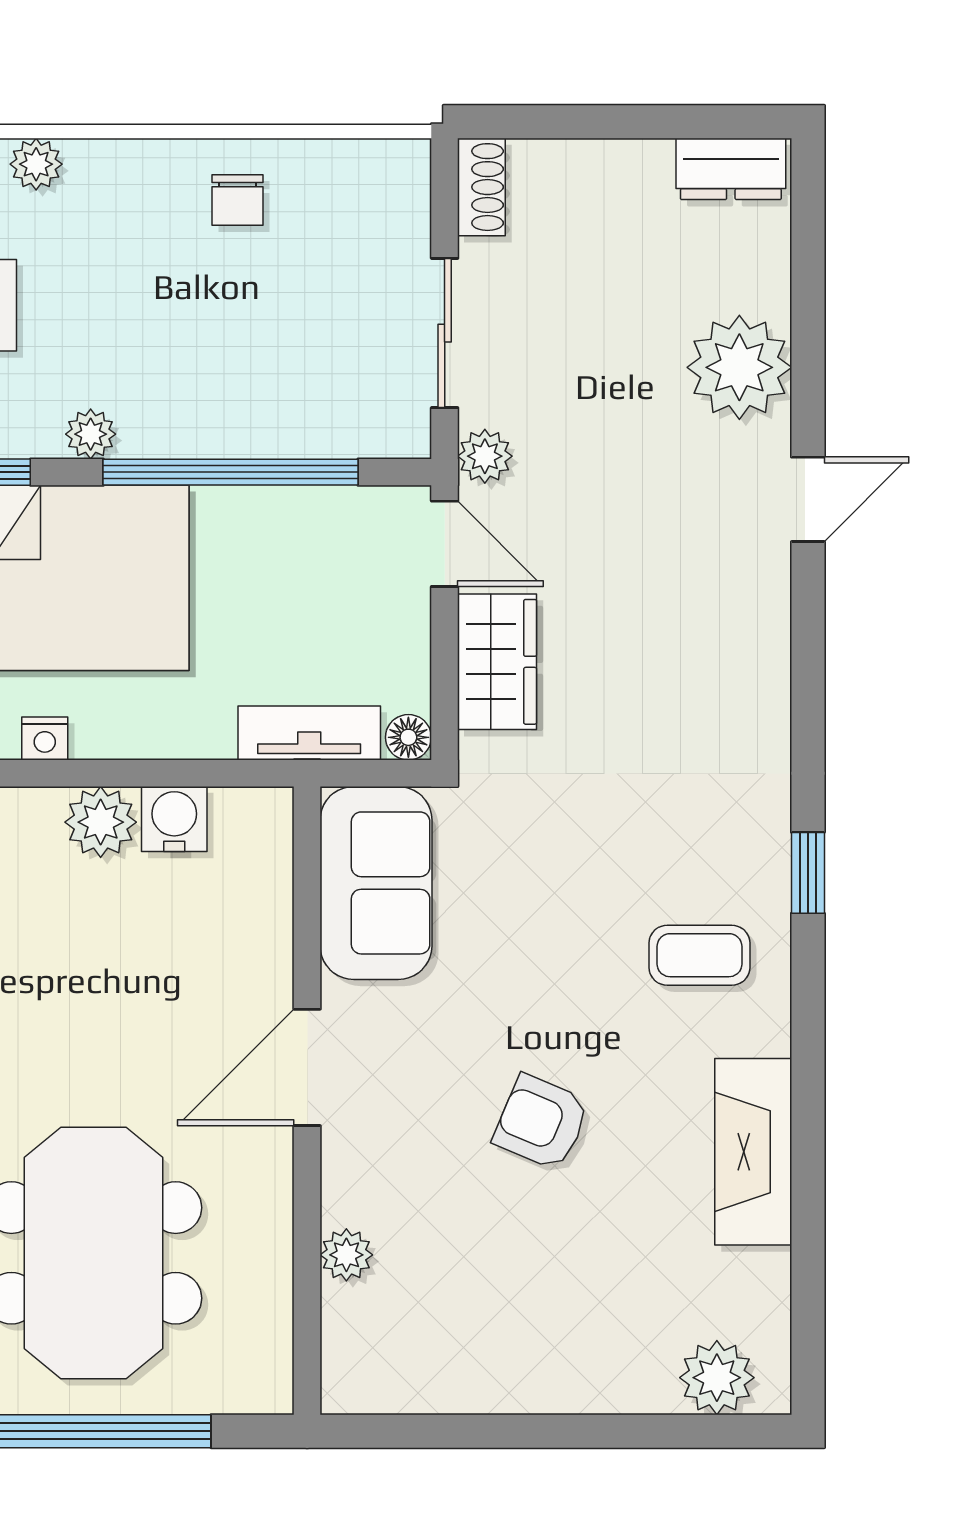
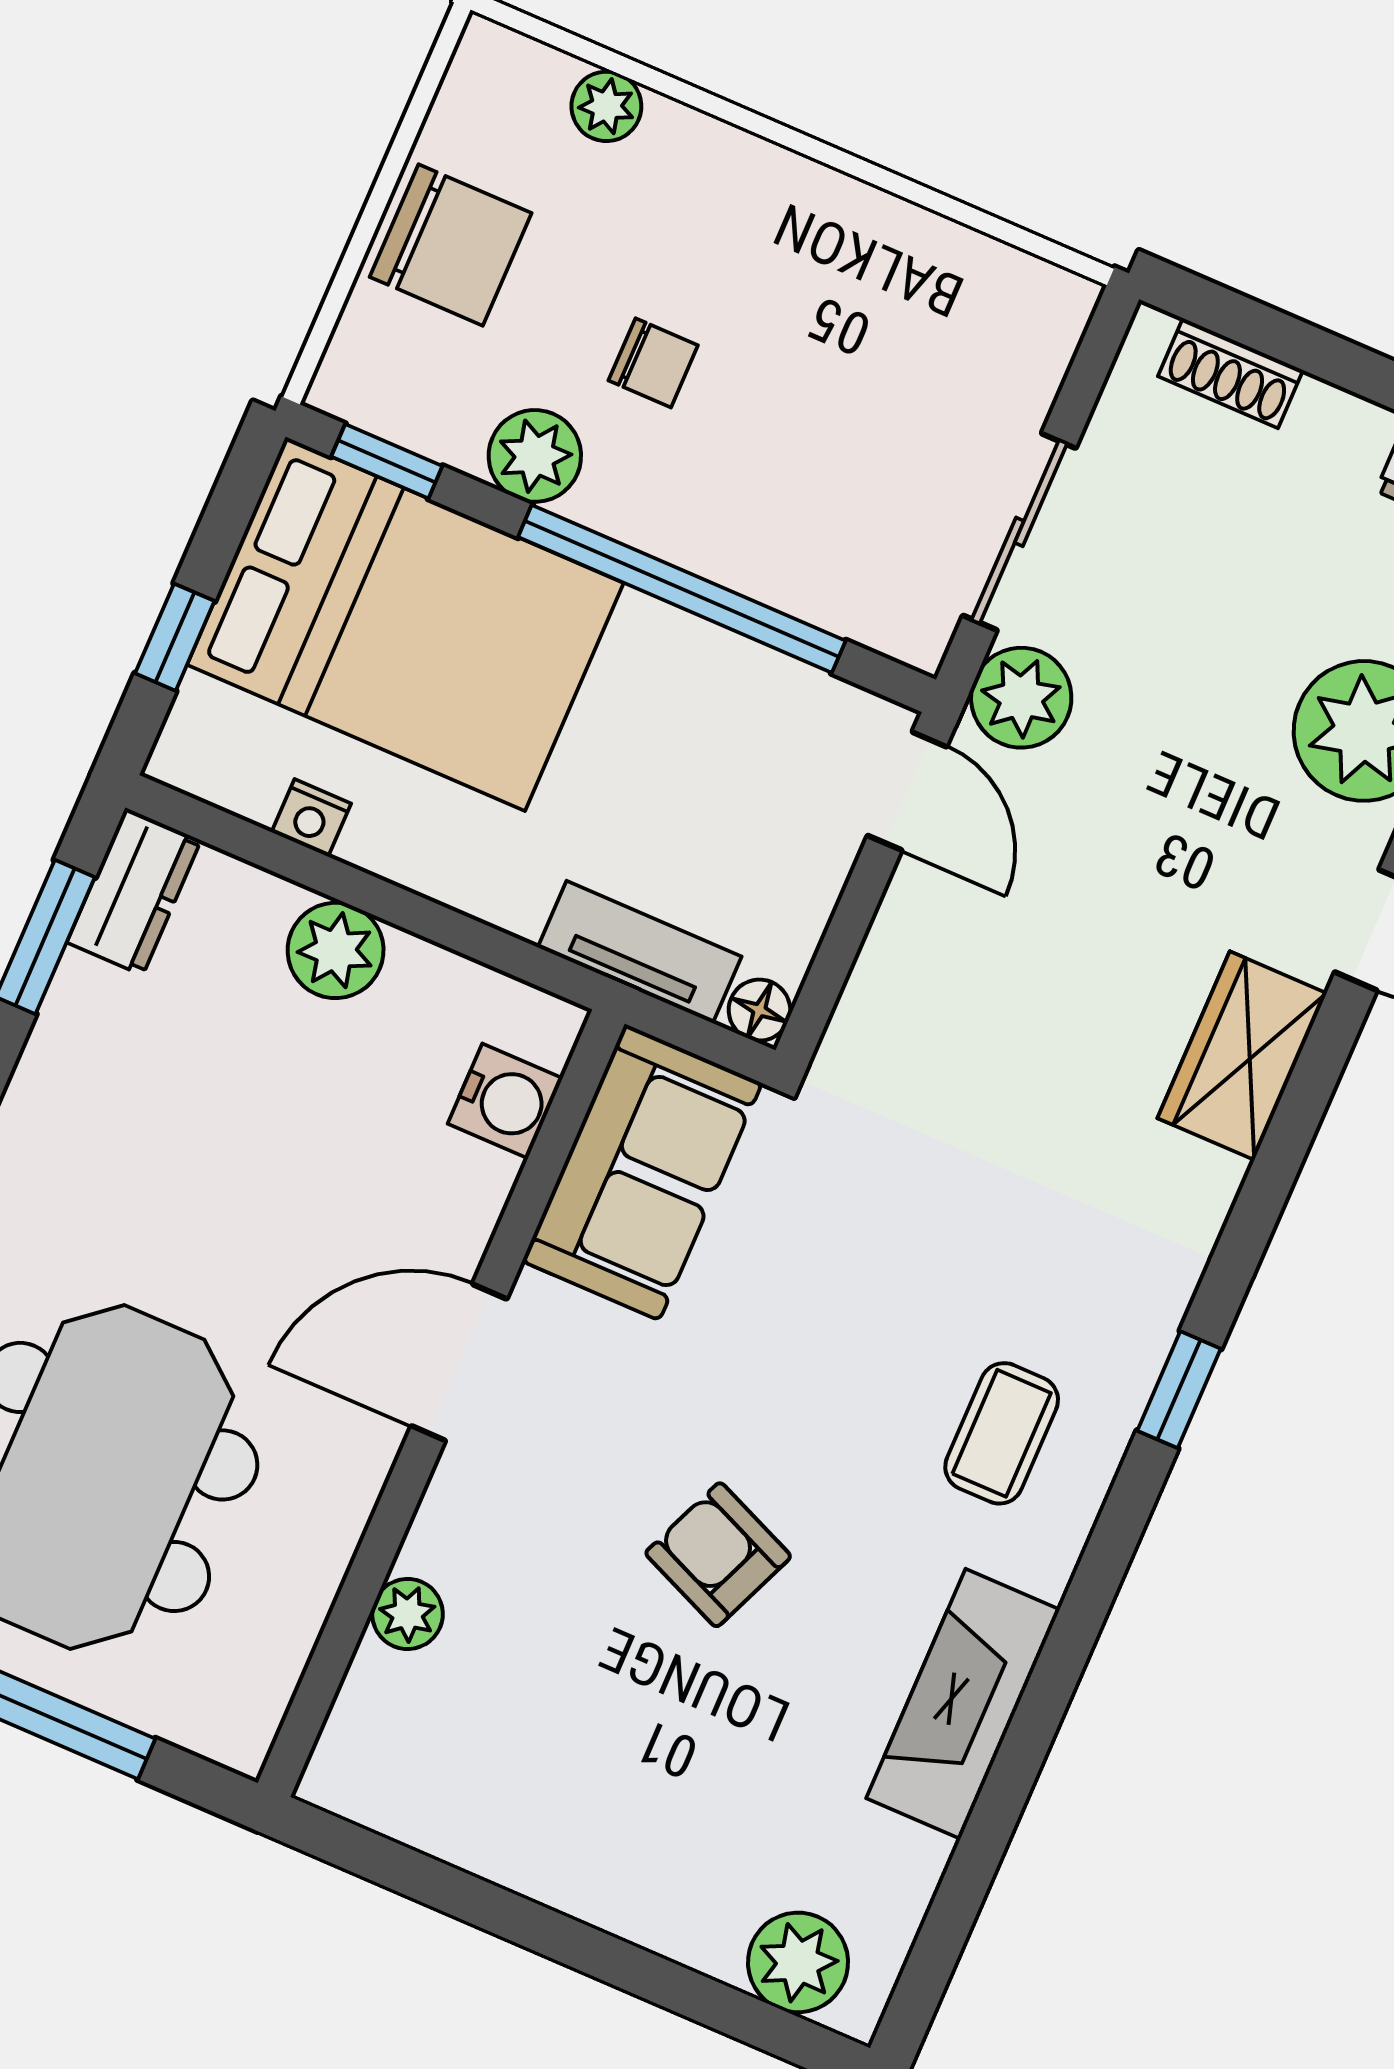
shoe rack: (481, 187) -> (1230, 373), moved, turned 90
chair: (237, 200) -> (653, 363), moved, turned -90
plant: (91, 434) -> (535, 456), width x1.38, depth x1.38
plant: (485, 456) -> (1021, 698), width x1.38, depth x1.38
wardrobe: (497, 662) -> (1242, 1056), moved, turned 180
water cooler: (174, 819) -> (505, 1101), moved, turned 90
coffee table: (699, 955) -> (1002, 1433), turned 90

